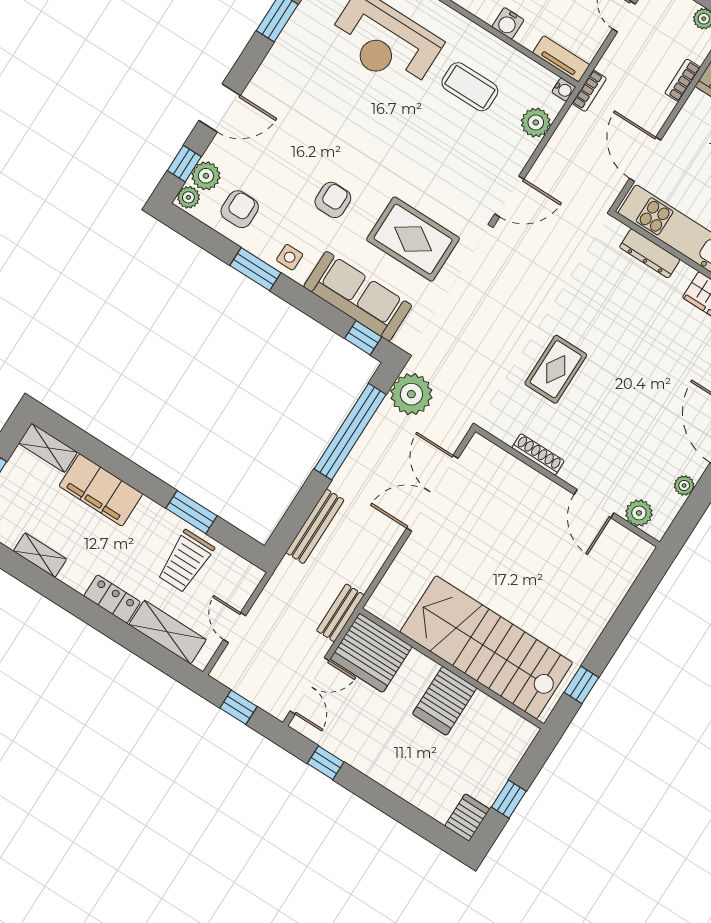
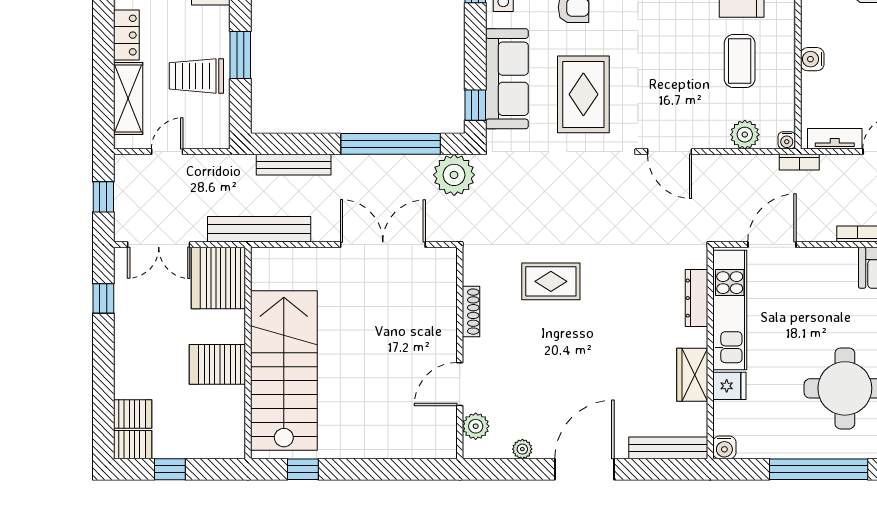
tv unit: (561, 59) -> (835, 139), moved, turned -90
bench: (340, 613) -> (259, 229), width x1.86, depth x1.21
server rack: (441, 801) -> (133, 414), added

